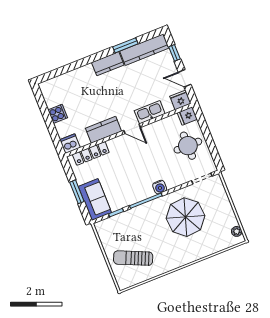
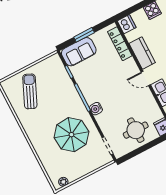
door: (132, 129) -> (146, 79), hinge flipped

